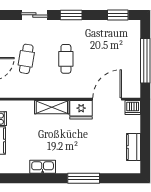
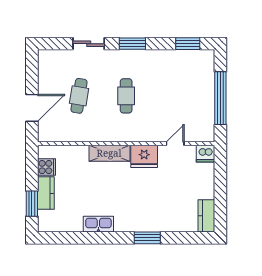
door: (107, 99) -> (175, 144), width x0.53
kitchen counter: (133, 147) -> (206, 216), moved
window: (84, 178) -> (147, 238), width x0.69

